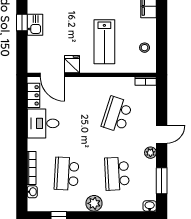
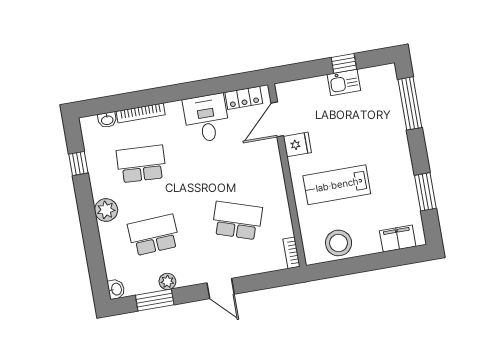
stool: (145, 48) -> (339, 243), width x1.89, depth x1.89
plant: (150, 153) -> (167, 281), moved

